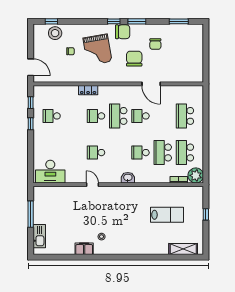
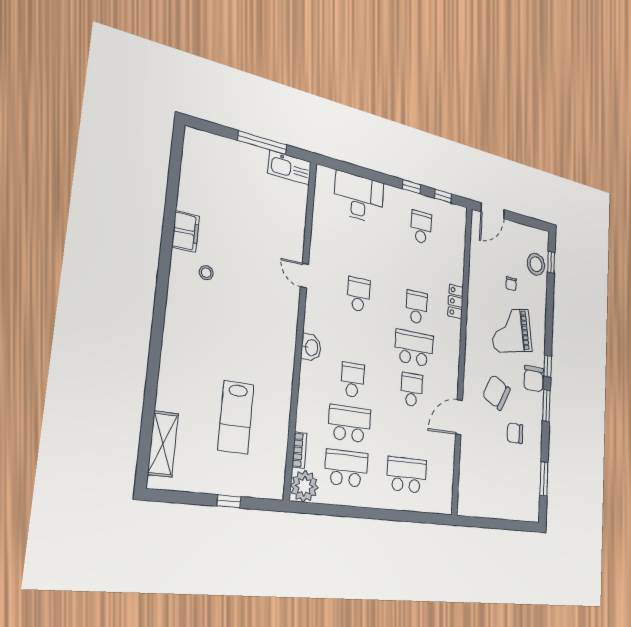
chair: (134, 59) -> (496, 392), turned -153
desk: (50, 172) -> (359, 197), moved, turned 90
door: (92, 185) -> (304, 276), swing flipped
kitchen sink: (39, 236) -> (290, 168), moved

